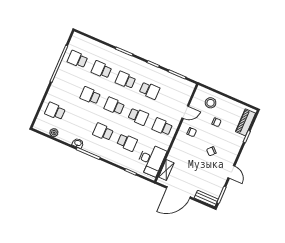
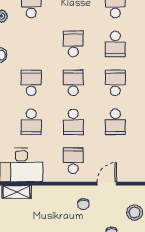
school desk: (101, 70) -> (115, 44), turned 180
door: (185, 112) -> (107, 184), swing flipped

